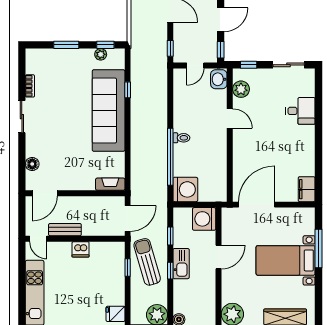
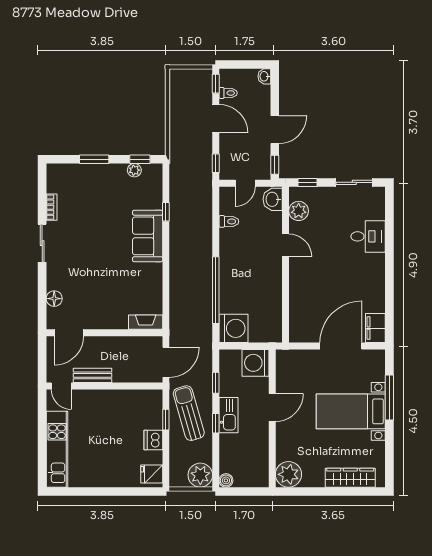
sofa: (109, 111) -> (148, 236), width x0.54, depth x0.79
toilet: (181, 138) -> (229, 221), moved
door: (257, 205) -> (341, 346), moved
dishwasher: (81, 249) -> (153, 440), moved, turned 90

